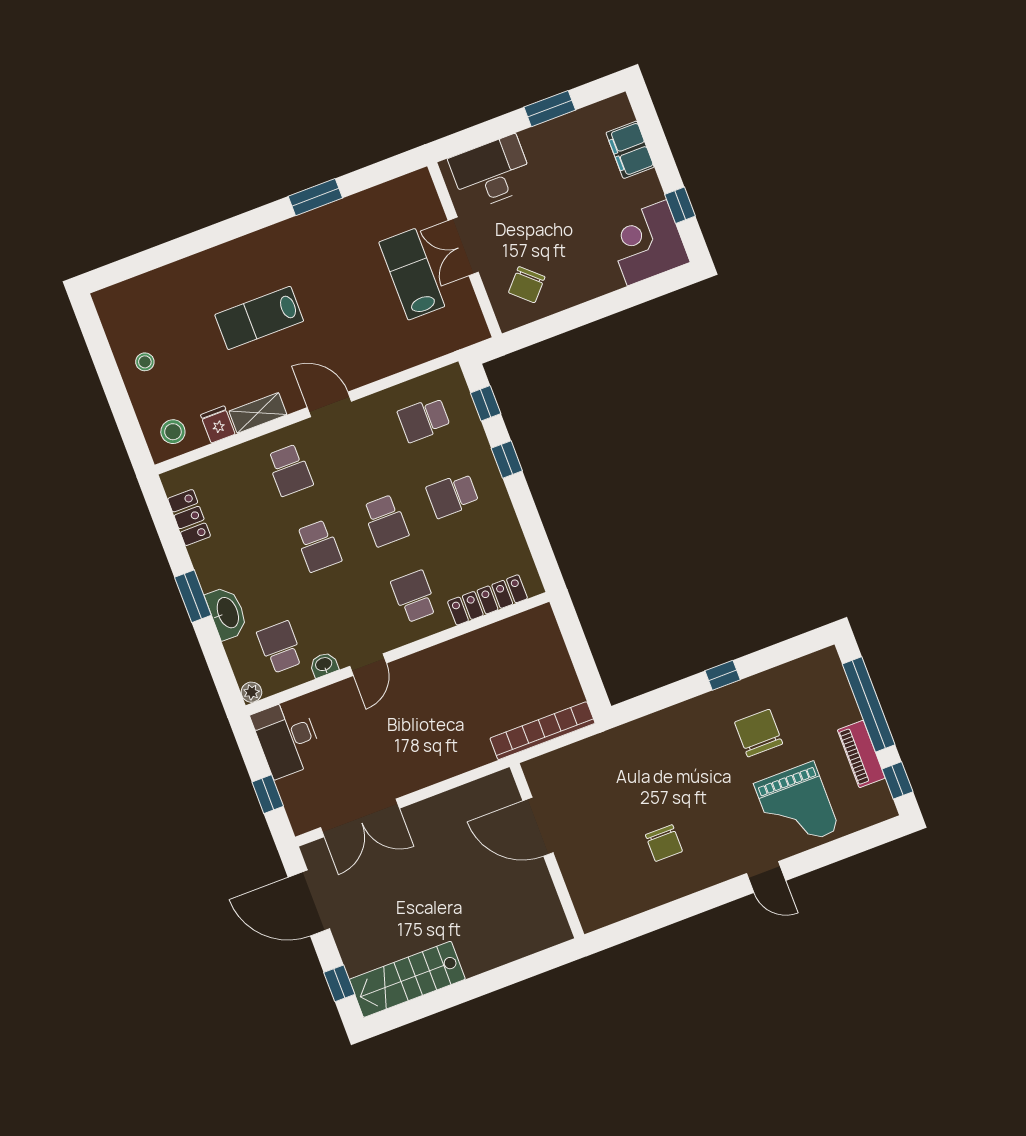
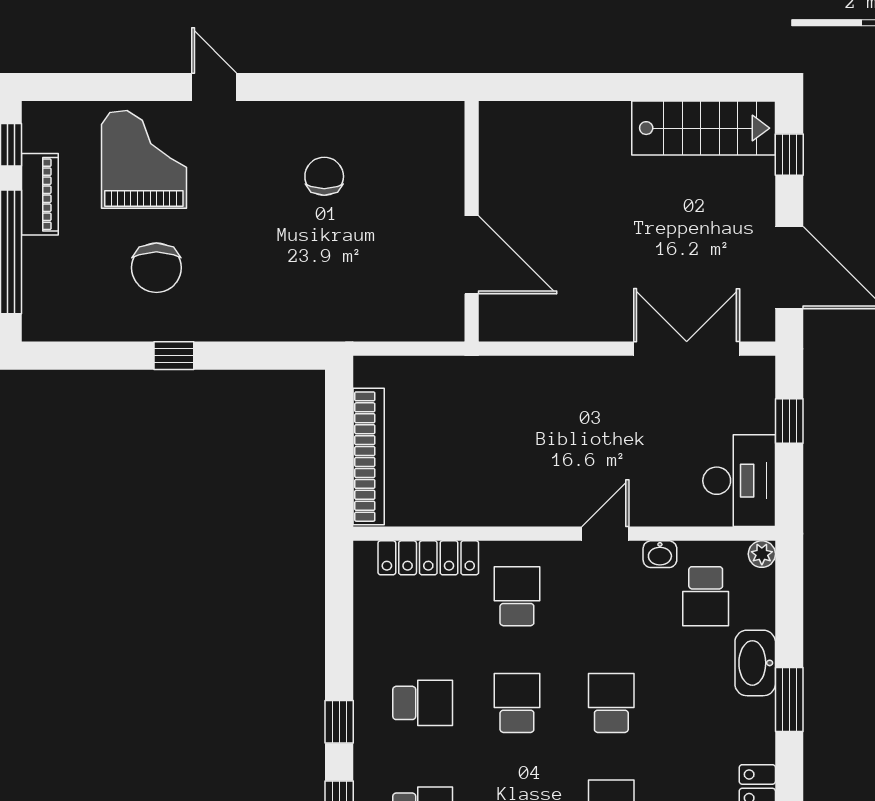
school desk: (414, 596) -> (517, 596), turned 180
bookcase: (542, 731) -> (369, 457), moved, turned -90

